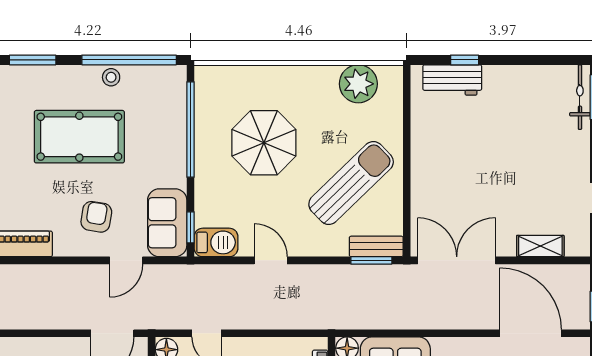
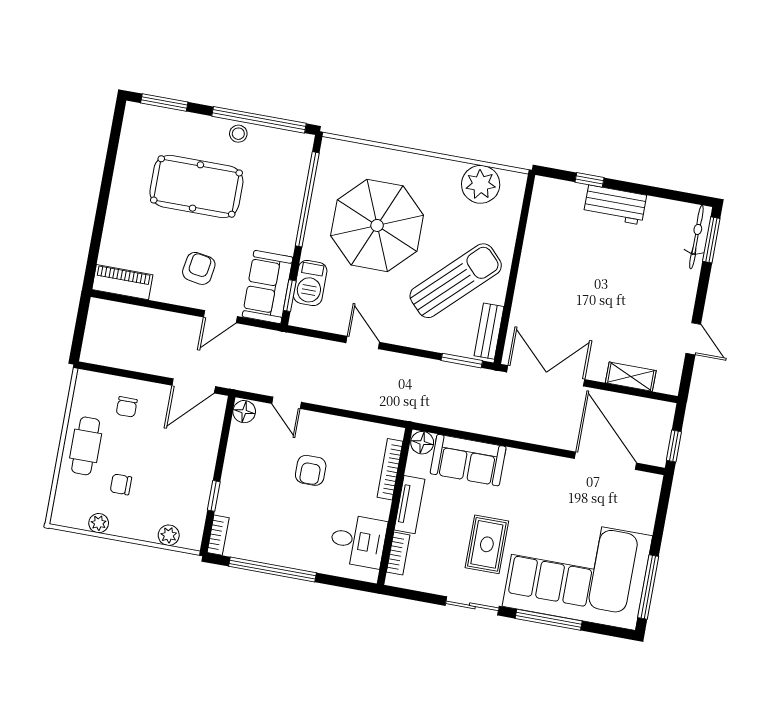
workbench: (452, 80) -> (615, 205), moved
parasol: (264, 143) -> (377, 225), width x1.36, depth x1.36
barbecue: (216, 242) -> (310, 283), moved, turned 90
bench: (376, 246) -> (489, 331), moved, turned 90

